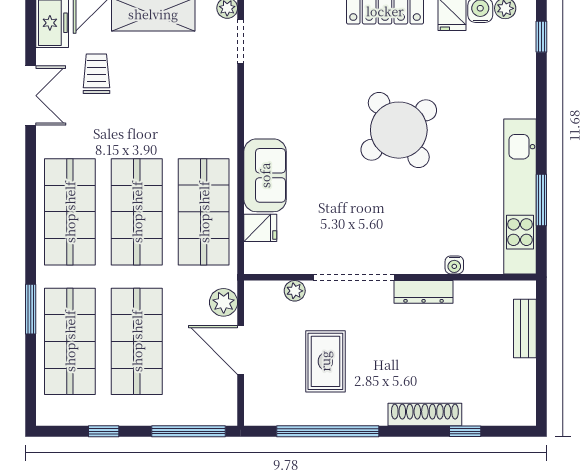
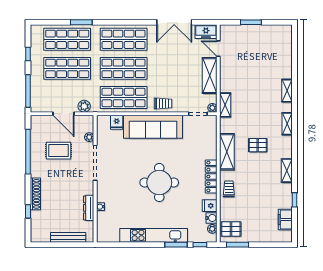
trolley: (96, 74) -> (163, 103), moved
double door: (31, 96) -> (174, 22), width x1.37
round table: (399, 130) -> (159, 182), turned 36
sofa: (265, 175) -> (153, 127), width x1.85, depth x1.27
kitchen unit: (520, 196) -> (154, 235), moved
window: (541, 200) -> (176, 245), moved
dresser: (424, 292) -> (89, 208), moved
bench: (525, 329) -> (68, 237), width x1.36
door: (241, 350) -> (63, 114), swing flipped

